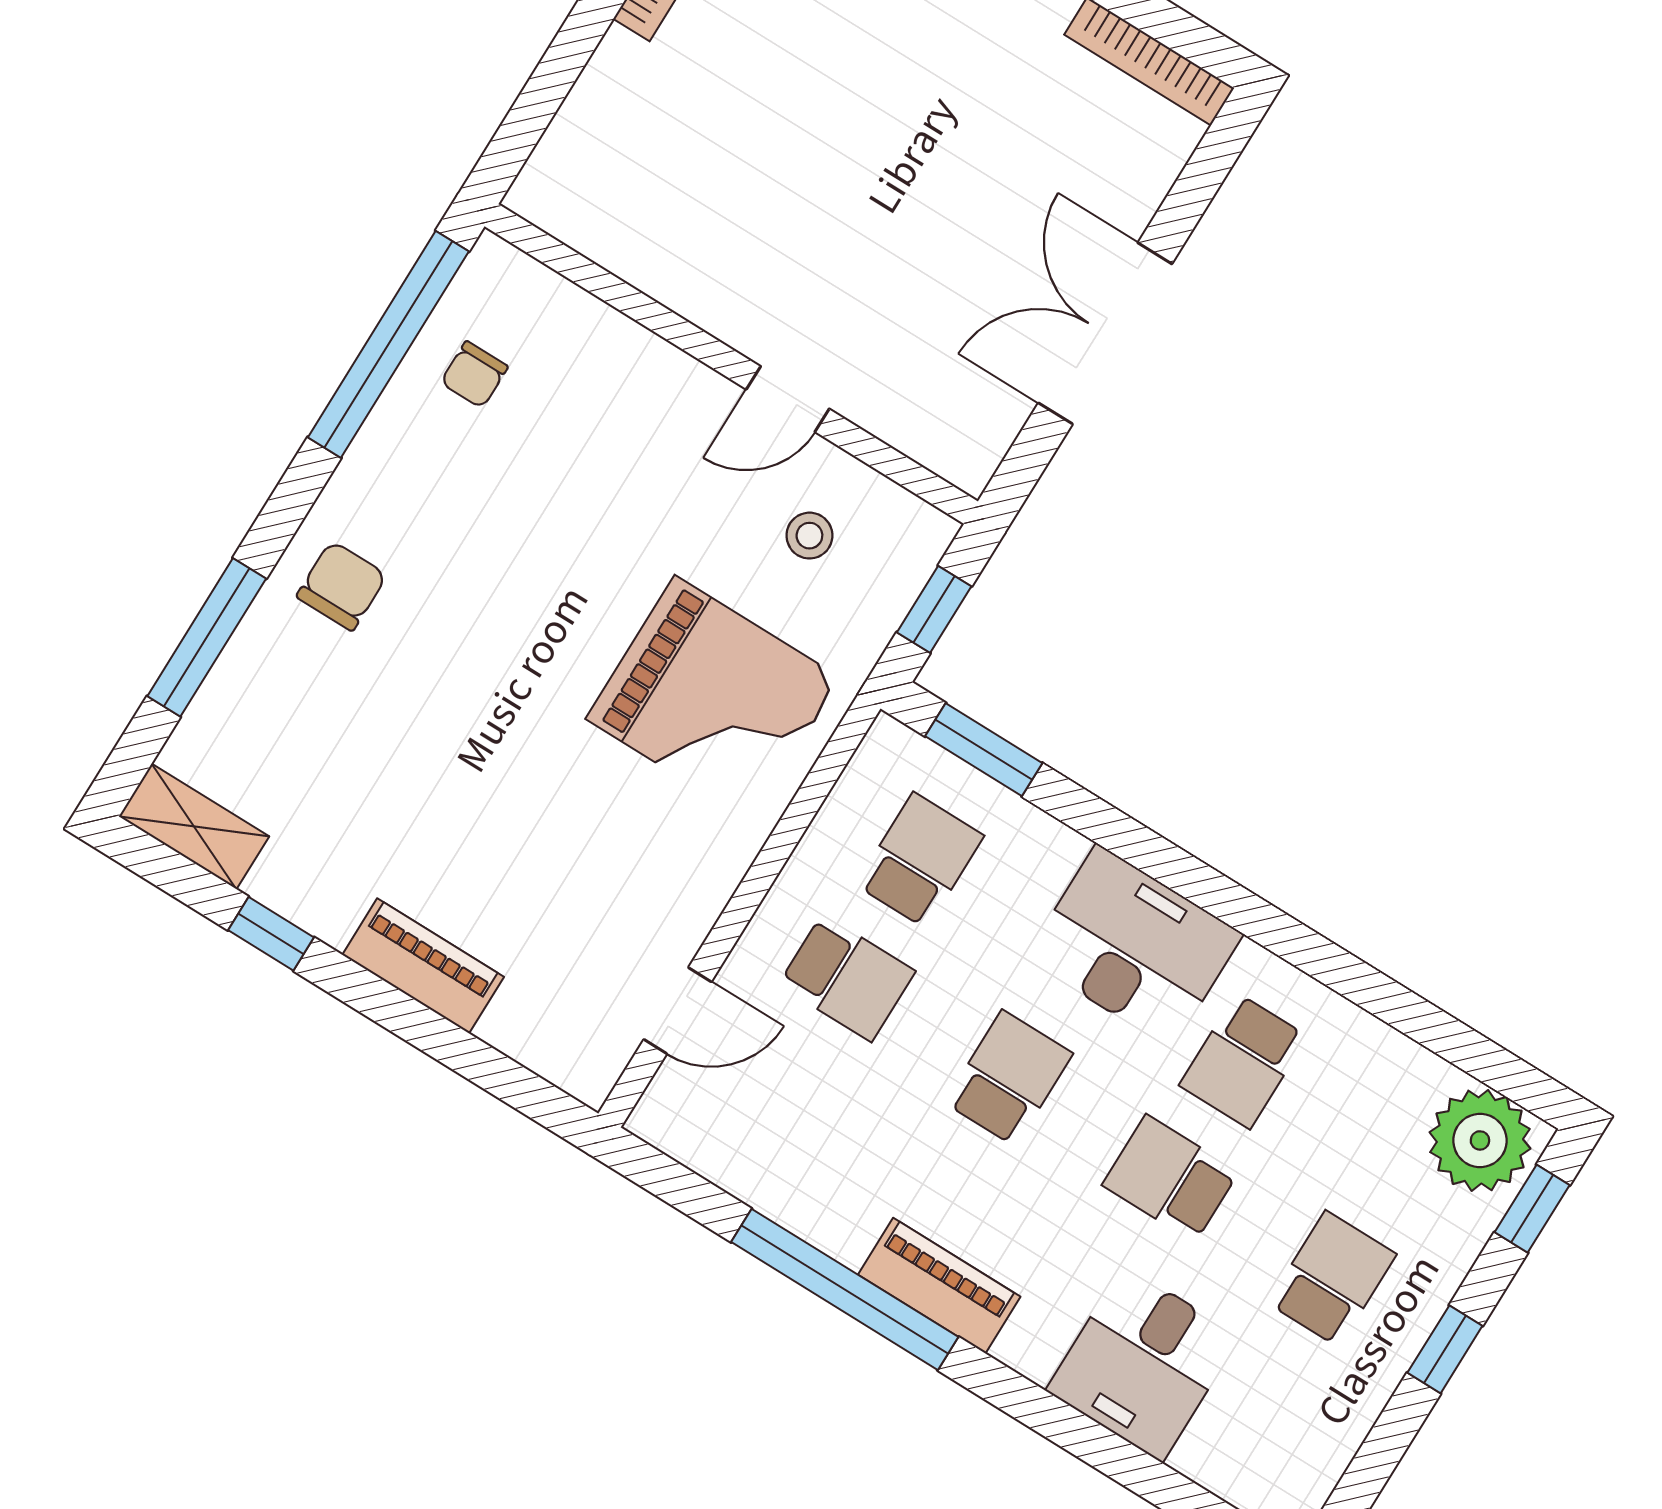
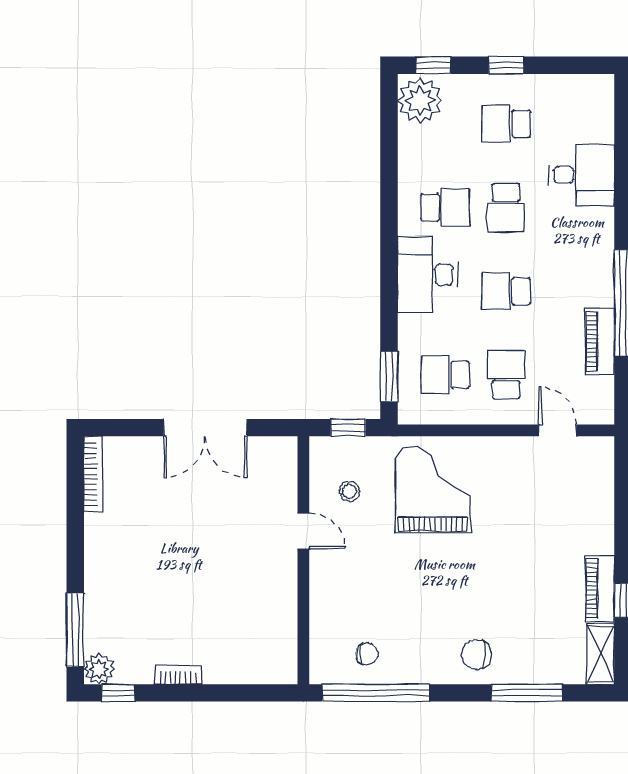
piano: (423, 966) -> (600, 588), moved
piano: (939, 1286) -> (600, 341), moved

